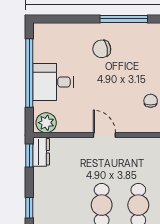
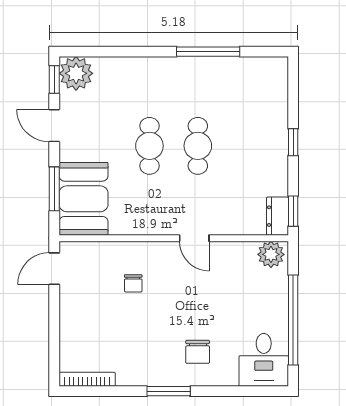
window: (124, 19) -> (169, 391), width x0.69
chair: (102, 49) -> (198, 352), turned 100
desk: (53, 82) -> (264, 360), moved, turned 90

